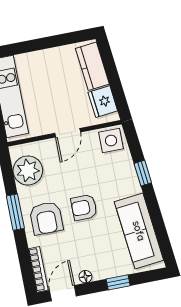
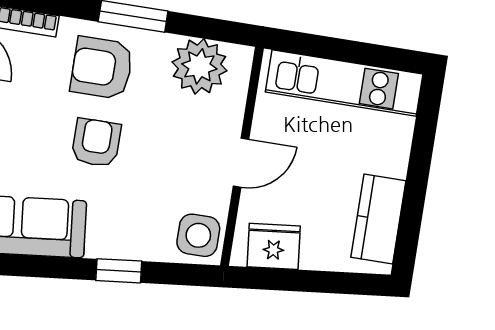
kitchen counter: (92, 66) -> (378, 219), moved, turned -84
door: (68, 133) -> (241, 163), swing flipped

